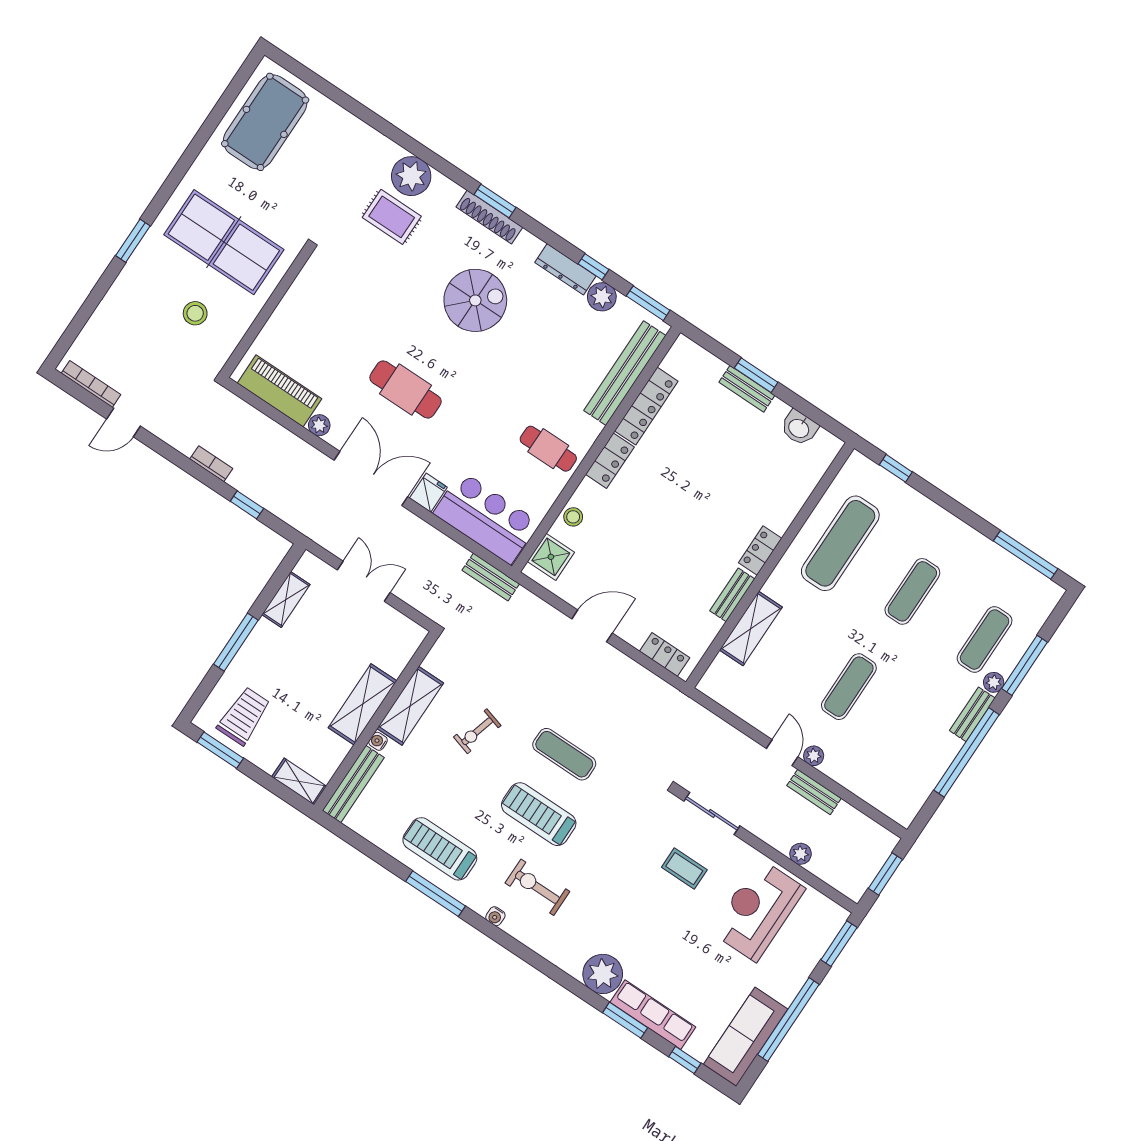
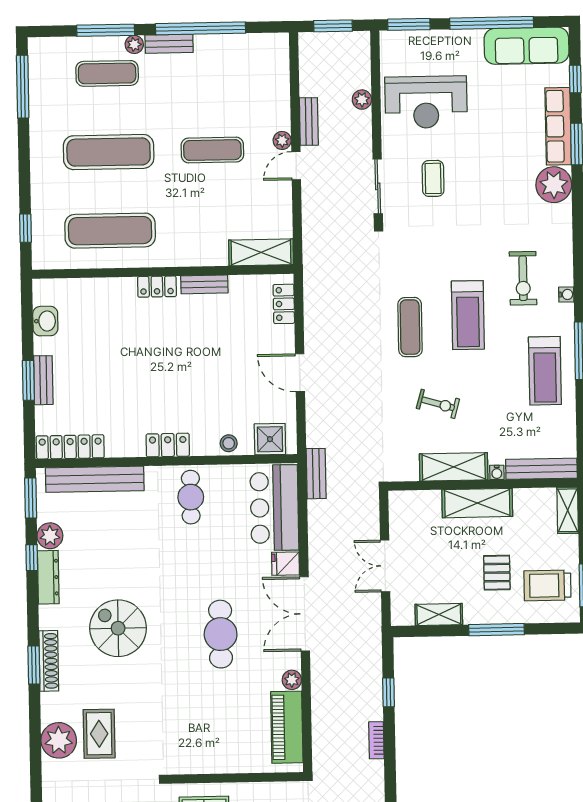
locker: (646, 406) -> (70, 447), moved
exercise mat: (912, 591) -> (109, 152), width x1.36, depth x1.45
shelving: (751, 628) -> (261, 252), moved
pallet: (287, 678) -> (497, 573), added

